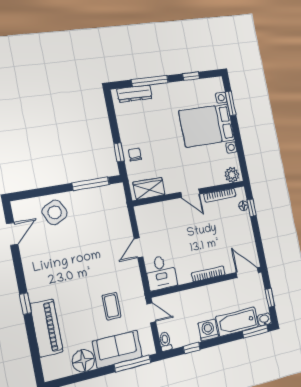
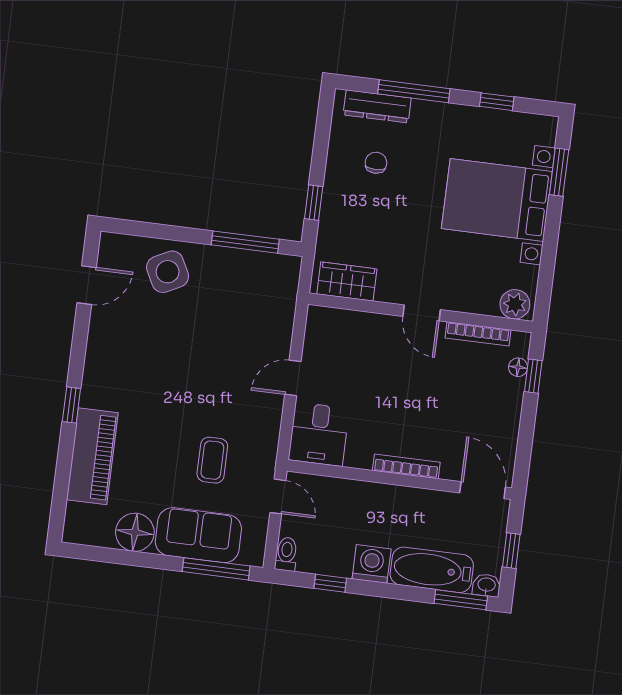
chair: (135, 155) -> (376, 163), moved

